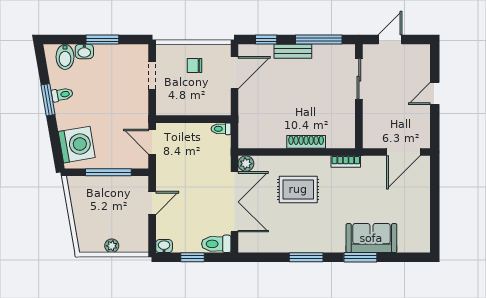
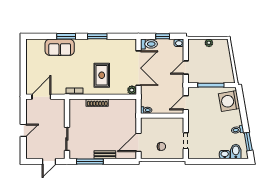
window: (102, 40) -> (214, 161), removed
window: (266, 40) -> (120, 161), removed
window: (48, 100) -> (248, 142), moved
door: (152, 142) -> (186, 103), swing flipped
rug: (298, 189) -> (102, 75), turned 90
double door: (234, 202) -> (138, 68), swing flipped

